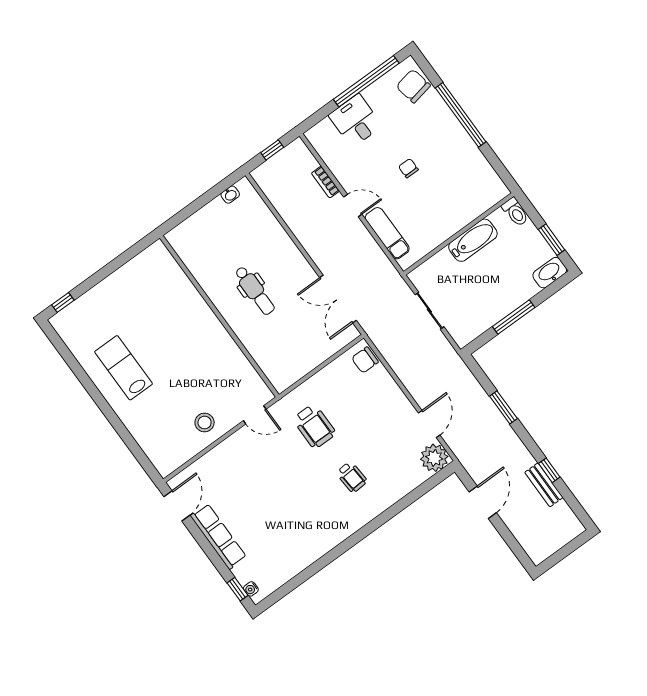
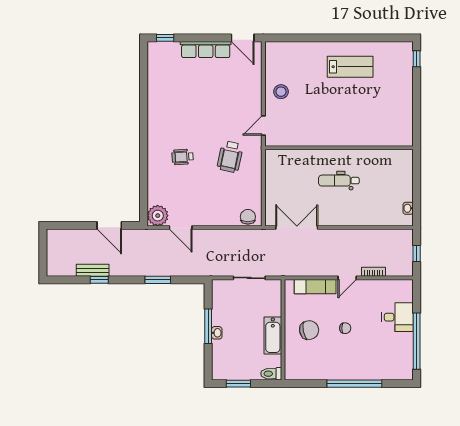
chair: (413, 86) -> (309, 330), moved
washbasin: (550, 273) -> (217, 333), moved, width x0.52, depth x0.69
wheelchair: (314, 426) -> (230, 157), turned -78
water cooler: (251, 589) -> (159, 46), removed

